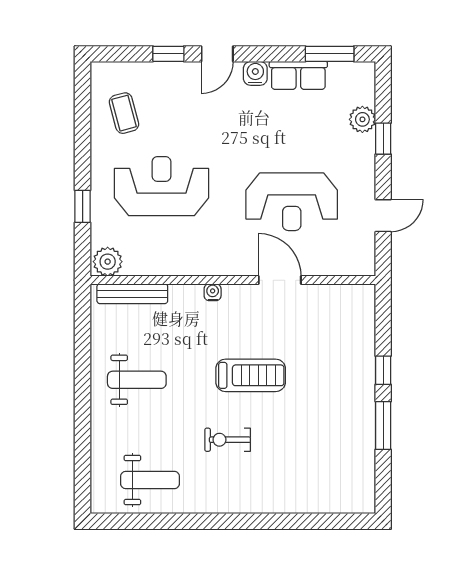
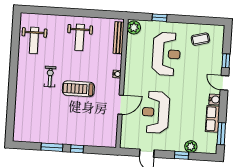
treadmill: (251, 375) -> (78, 89), turned 90

